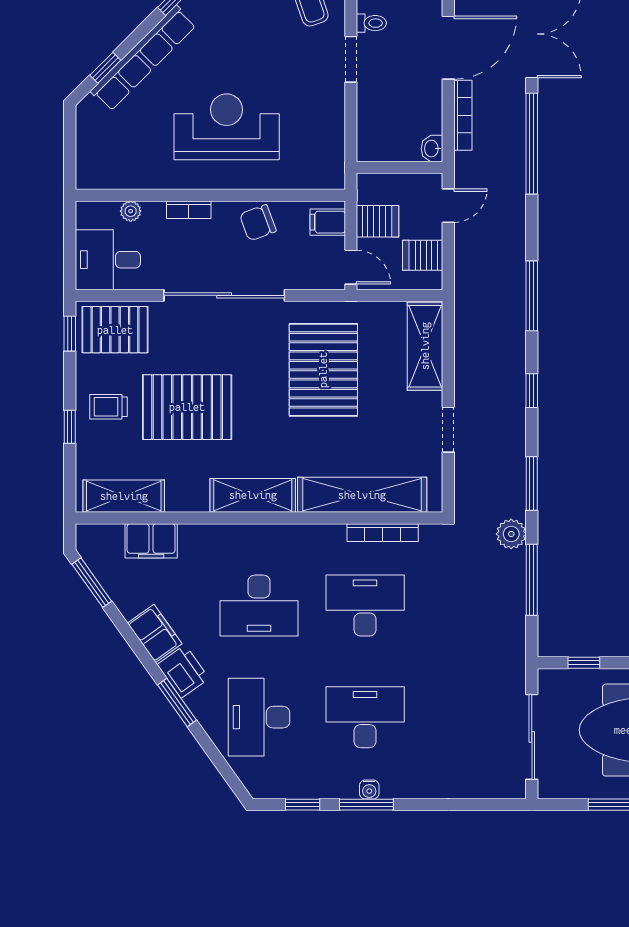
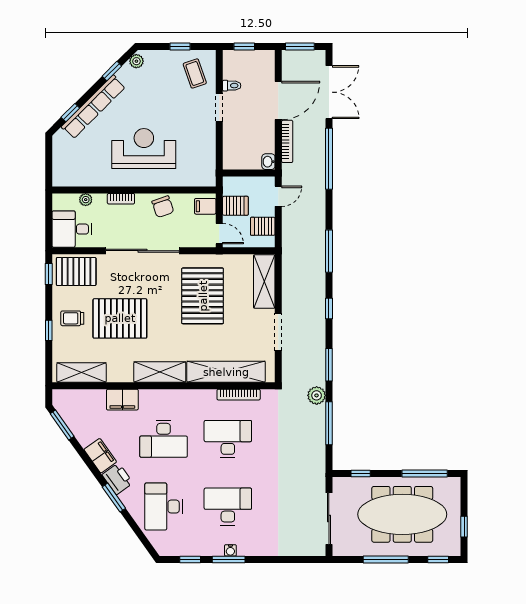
chair: (258, 223) -> (163, 207), turned -89
doorway: (448, 430) -> (278, 332), width x1.38
filing cabinet: (151, 541) -> (122, 400), moved

